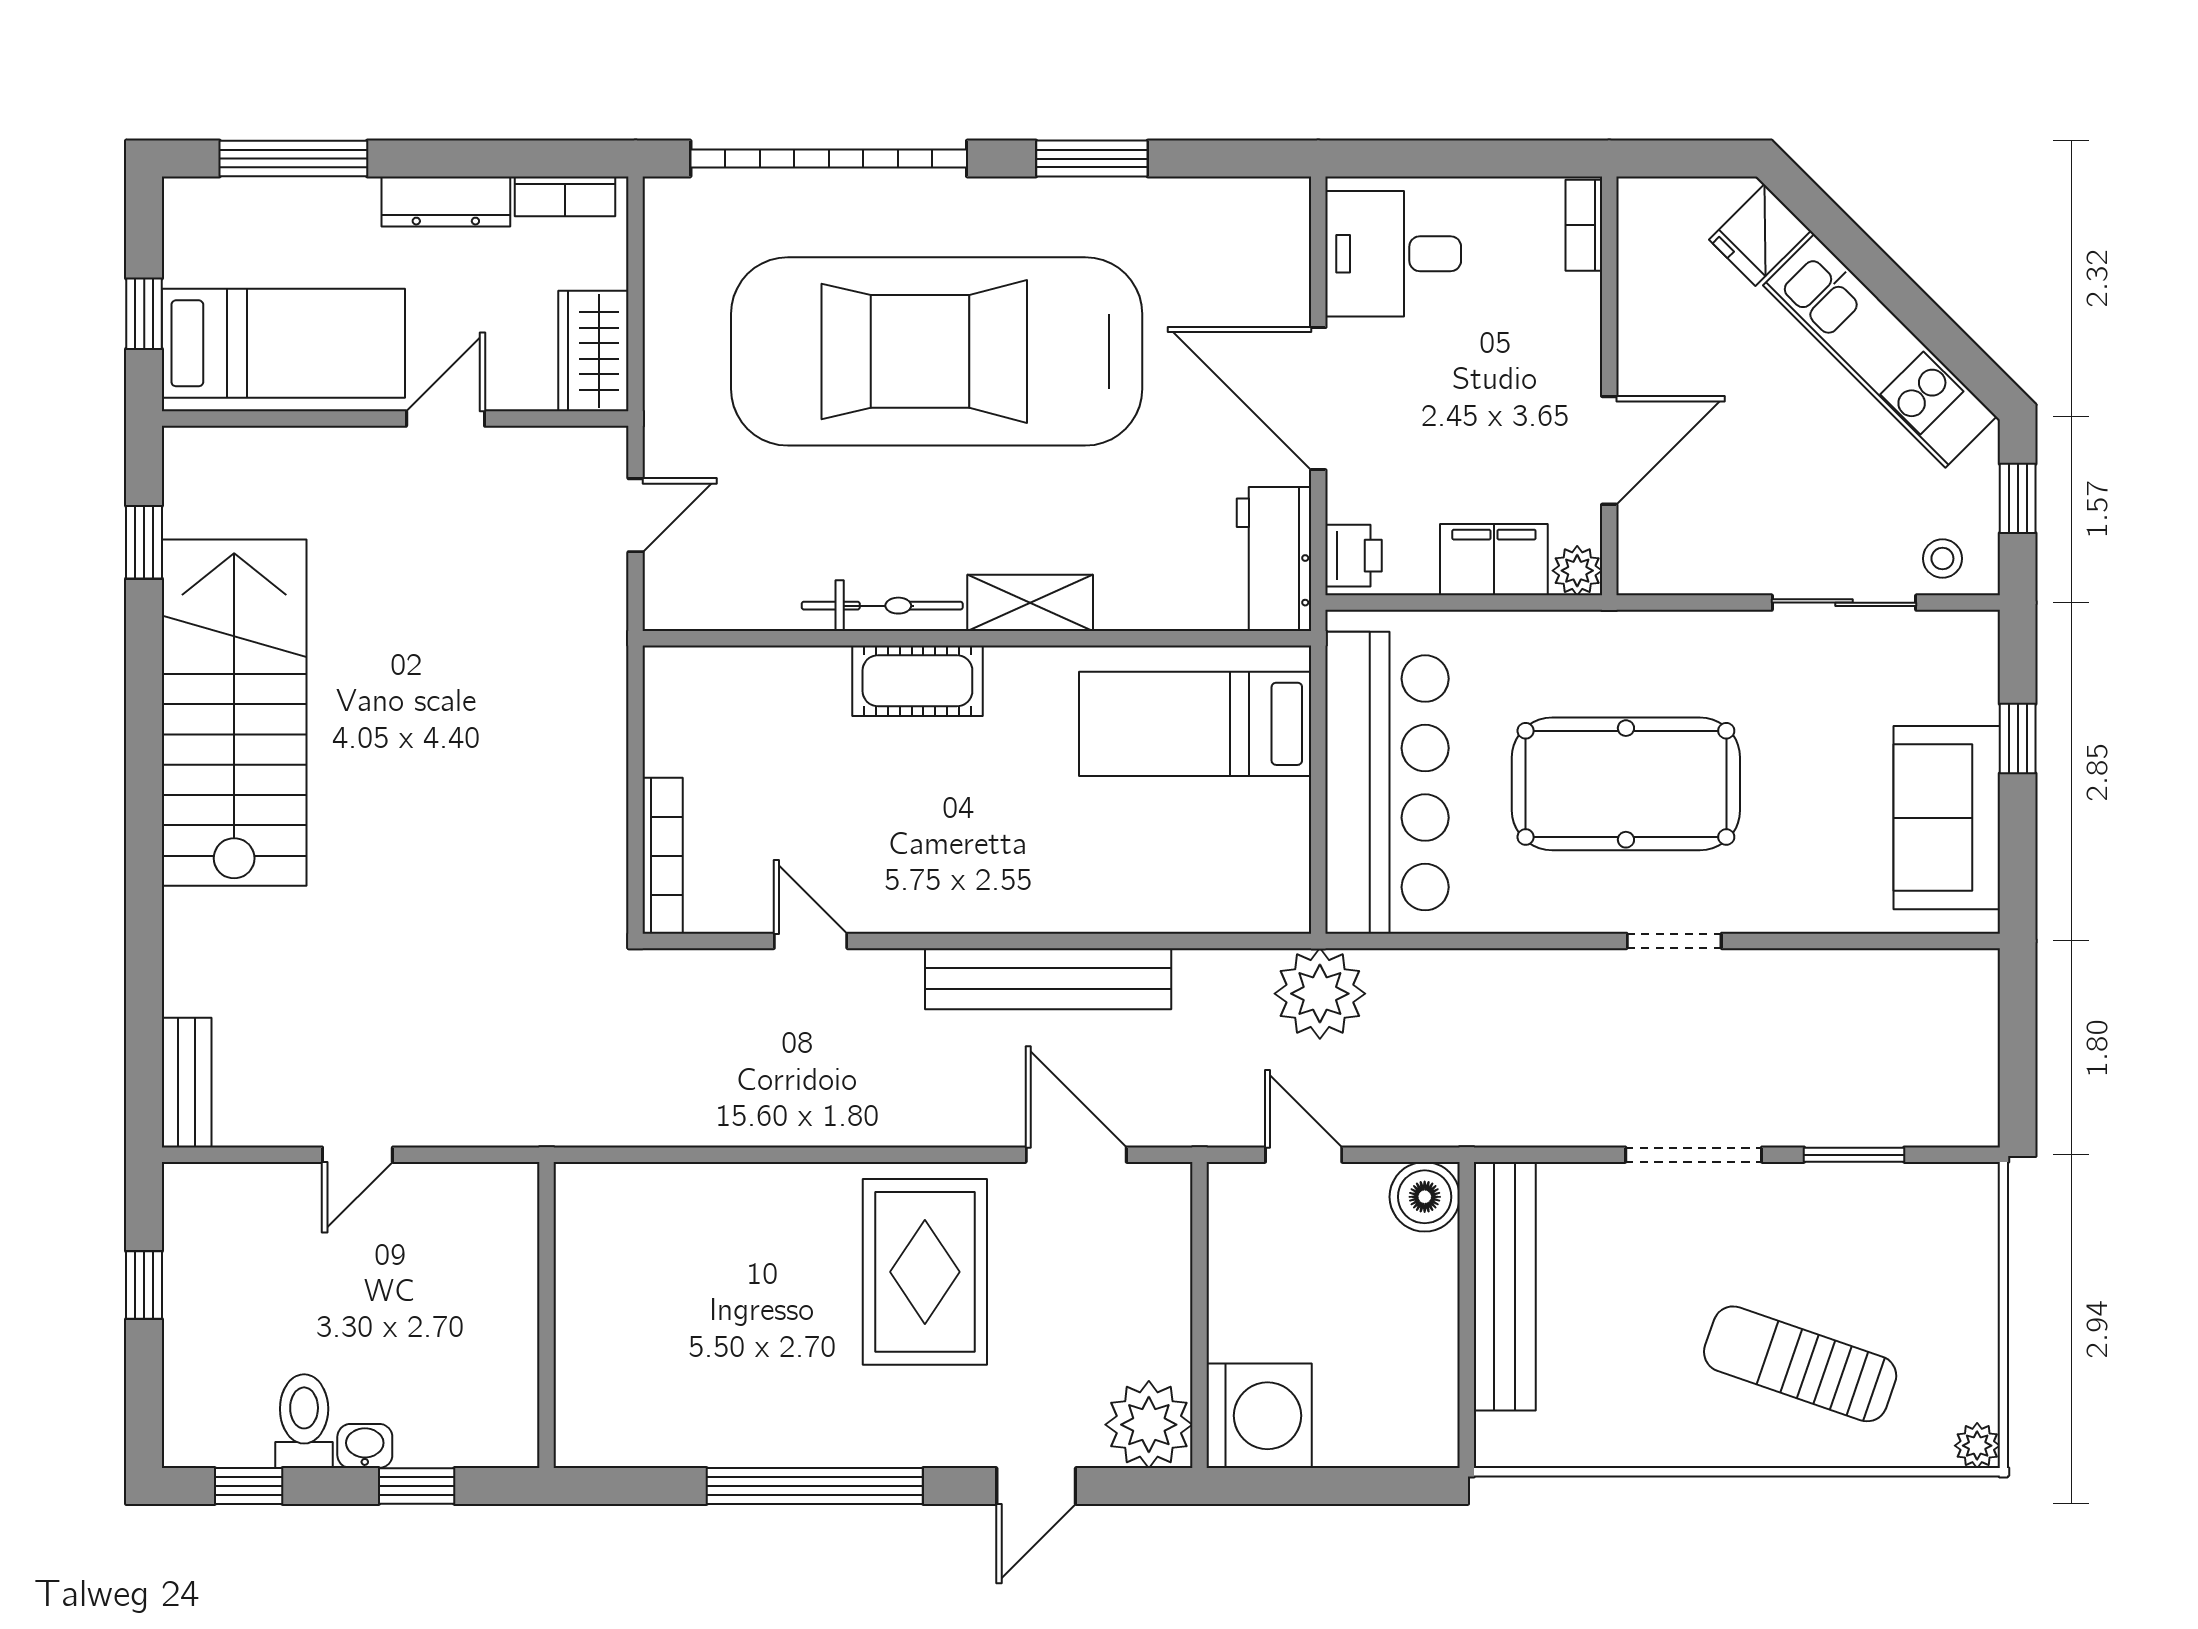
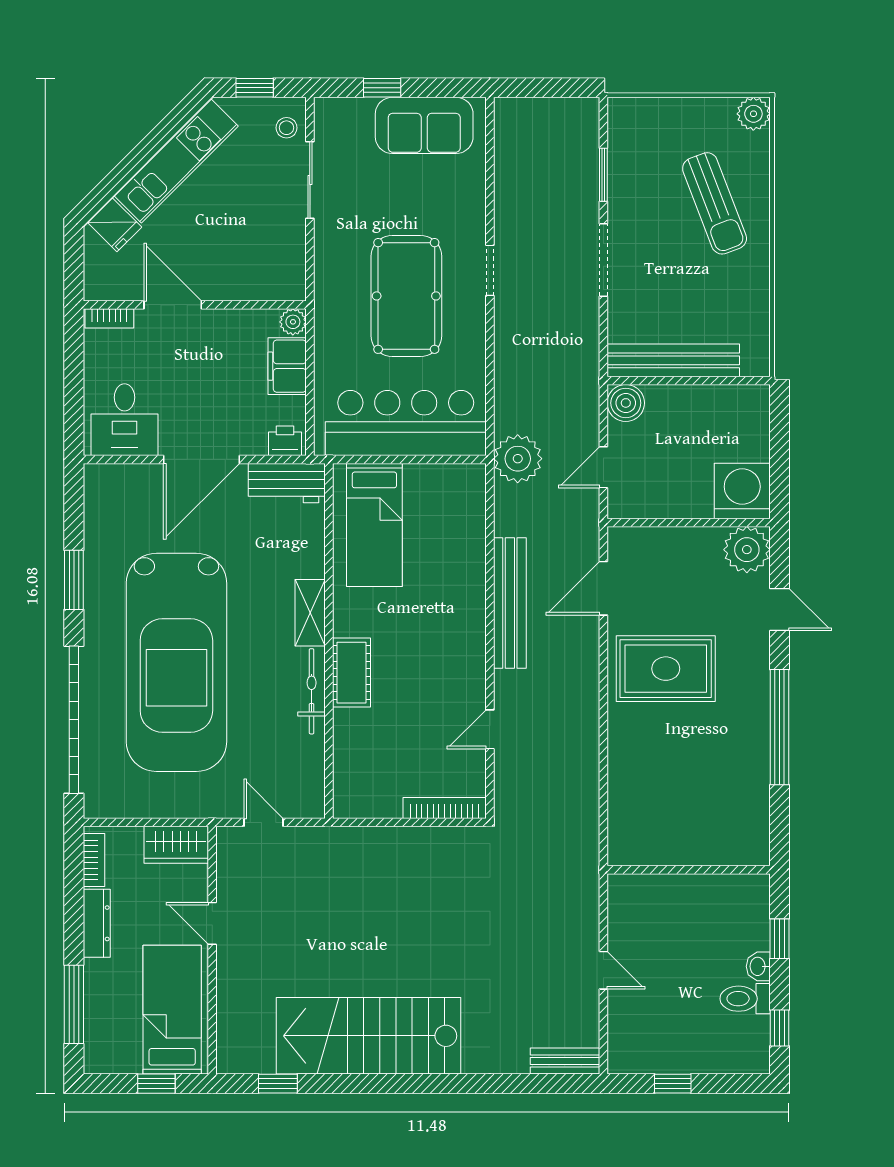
door: (1609, 450) -> (173, 305), moved
sun lounger: (1800, 1364) -> (715, 203), turned -40
plant: (1977, 1446) -> (753, 114), width x1.38, depth x1.38

